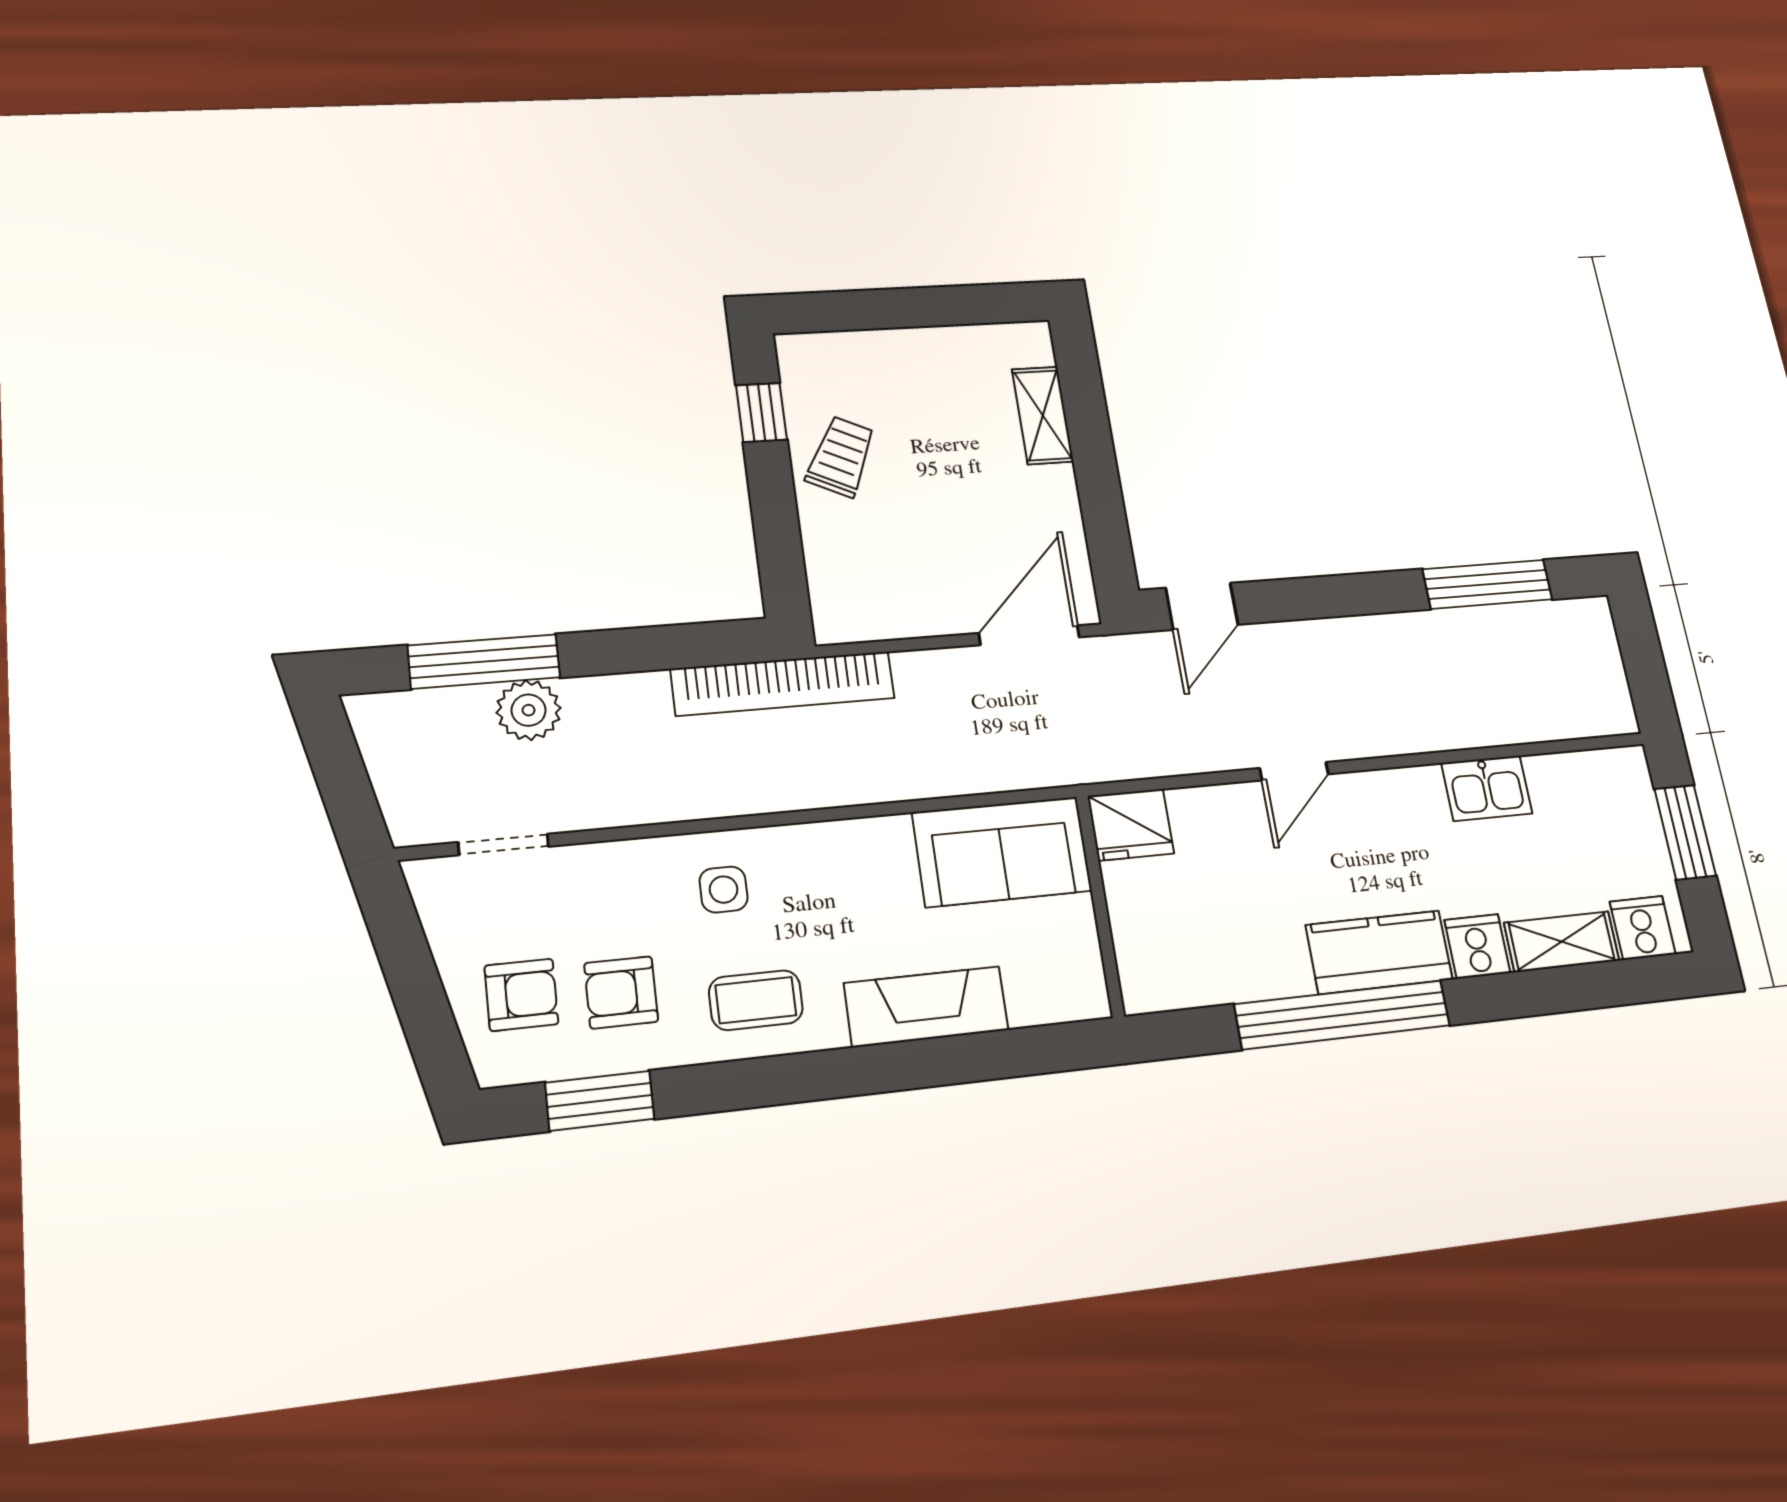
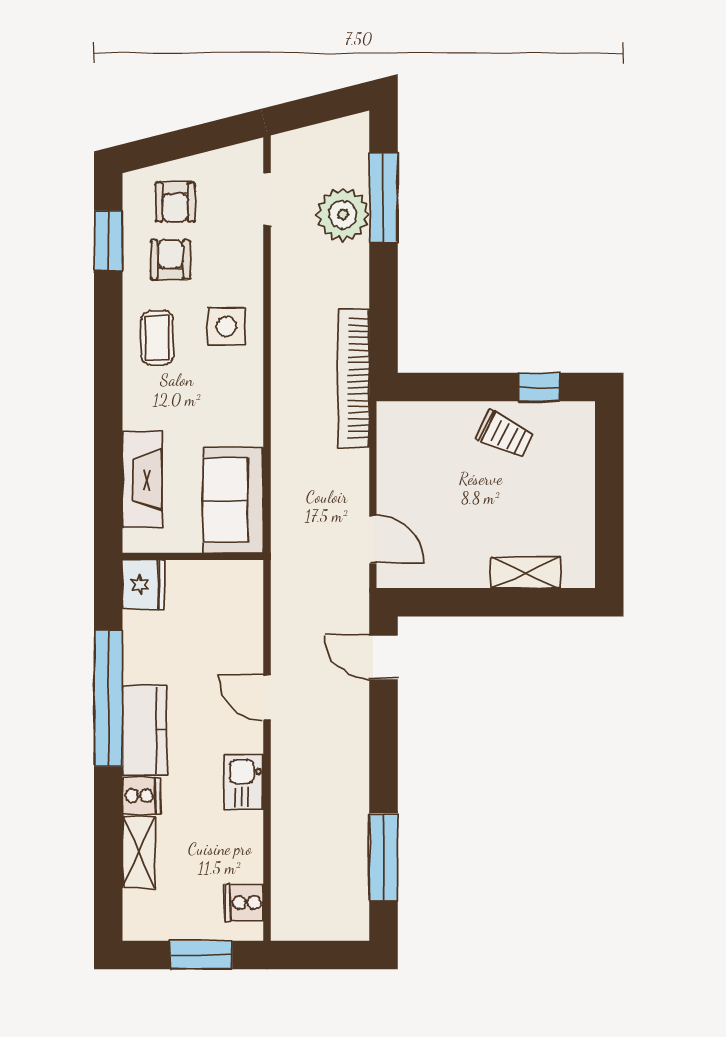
door: (1029, 635) -> (373, 539), width x0.73
plant: (529, 710) -> (343, 215), width x1.36, depth x1.36
kitchen sink: (1487, 788) -> (244, 783), moved
fridge: (1131, 825) -> (144, 585), moved, turned 180
side table: (724, 890) -> (226, 327), width x1.37, depth x1.37
cooker: (1643, 928) -> (244, 902), moved, turned 180
fireplace: (926, 1007) -> (142, 480), moved

